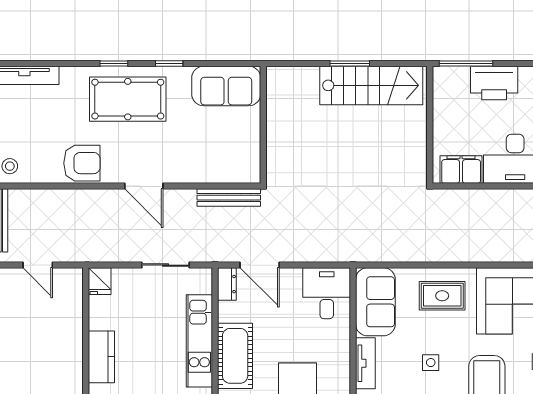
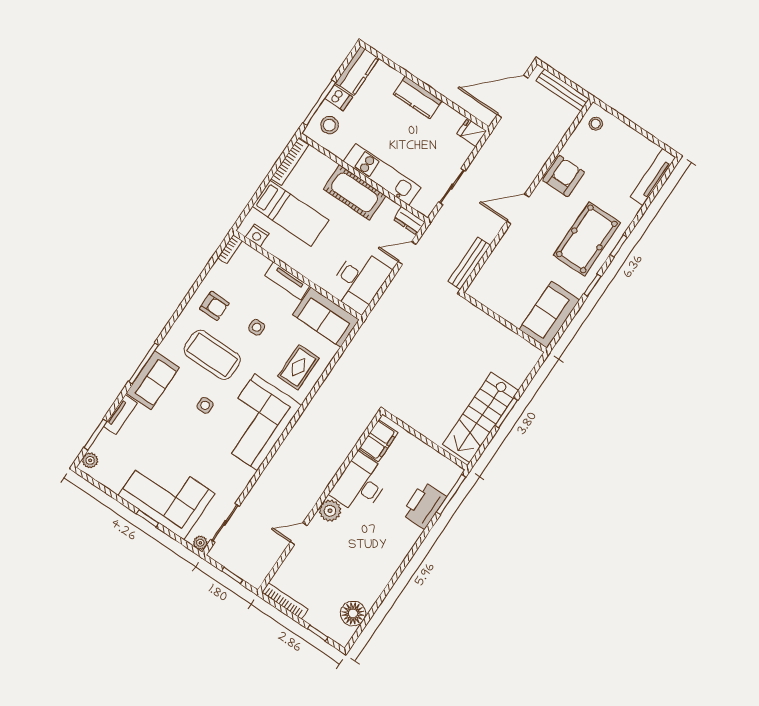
armchair: (82, 163) -> (564, 176), turned 180
door: (38, 265) -> (513, 96), width x1.88
door: (260, 265) -> (407, 253), width x0.73
desk: (327, 293) -> (359, 281), width x1.37

